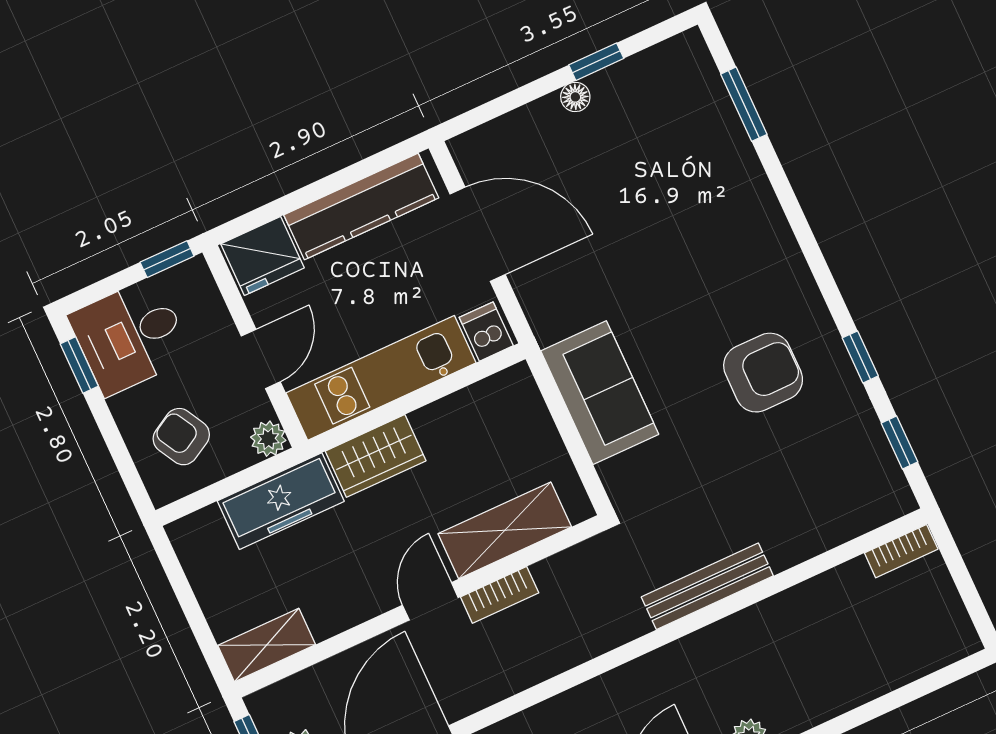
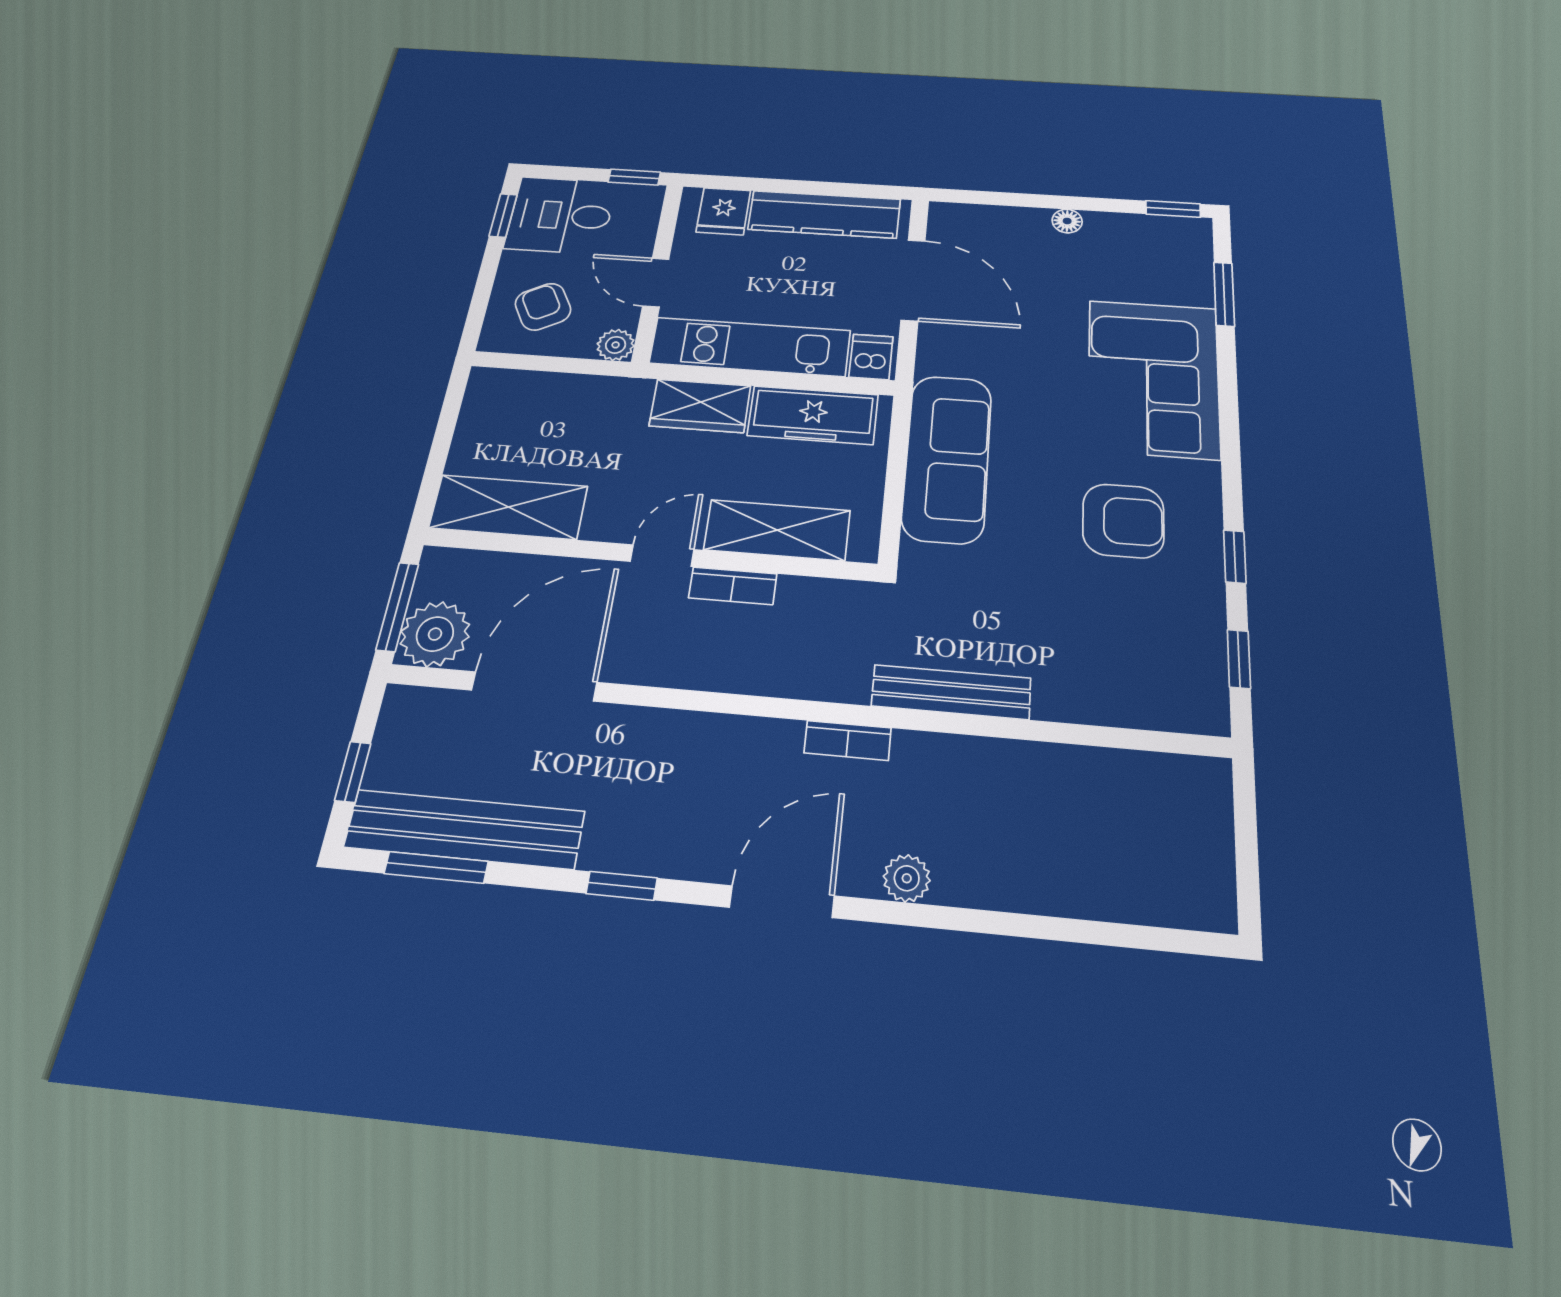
window: (596, 62) -> (1173, 209), moved
corner sofa: (725, 224) -> (1153, 378), added
fridge: (262, 256) -> (723, 211), width x0.72
door: (261, 359) -> (656, 282), swing flipped
sofa: (600, 393) -> (947, 458), width x1.36
freezer: (281, 501) -> (813, 415), moved
bookcase: (901, 551) -> (848, 740), moved
shelving: (267, 645) -> (508, 507), width x1.50, depth x1.33

